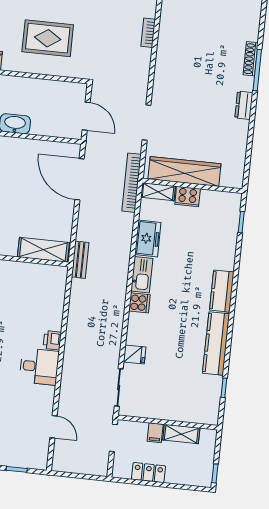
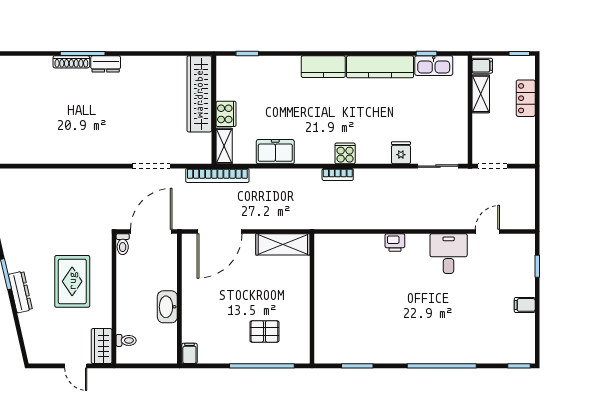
bookcase: (148, 33) -> (338, 174), moved
toilet: (77, 88) -> (123, 244), added
dresser: (244, 105) -> (106, 64), moved
door: (86, 116) -> (151, 231), width x1.36
wardrobe: (184, 171) -> (199, 94), moved
shelving: (43, 250) -> (283, 244), moved, turned 90
bench: (80, 260) -> (306, 222), removed
kitchen sink: (142, 275) -> (434, 66), moved, turned 180
desk: (39, 367) -> (449, 254), moved
filing cabinet: (155, 433) -> (482, 66), moved
locker: (149, 473) -> (526, 98), moved

